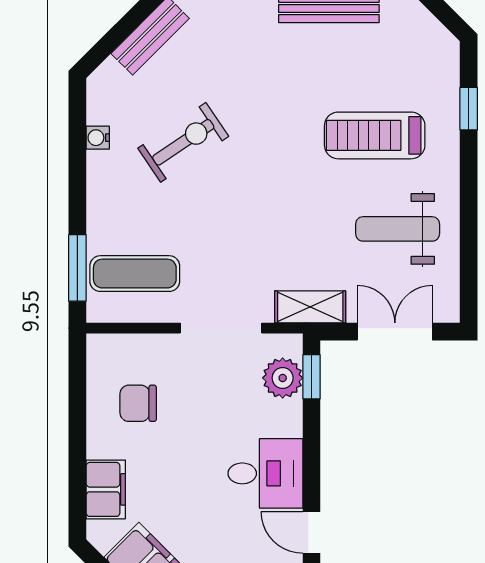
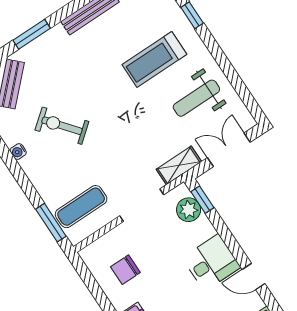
exercise bike: (183, 142) -> (62, 126), turned -95

